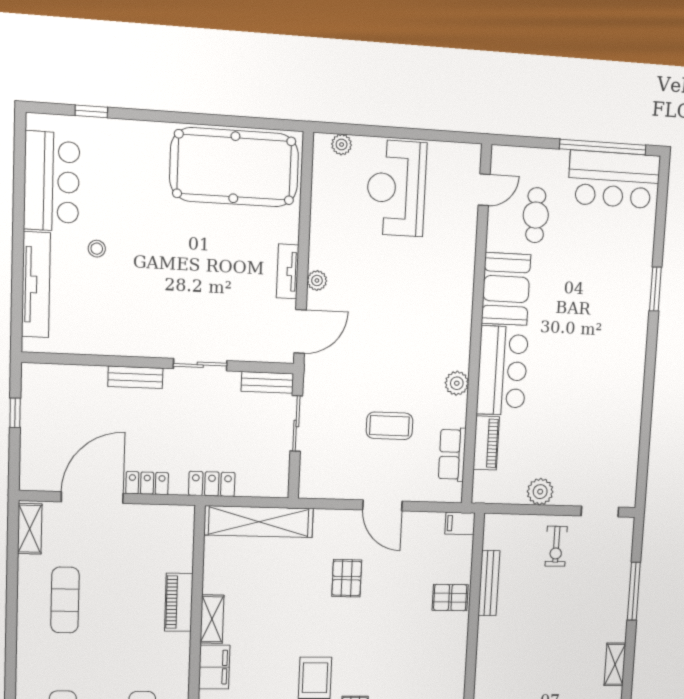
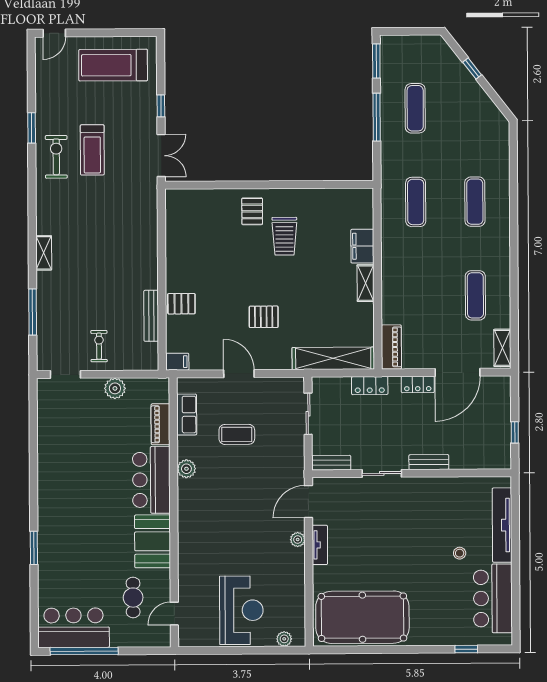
sliding door: (296, 423) -> (308, 414), moved
pallet: (347, 578) -> (264, 317), turned 90
piano: (179, 602) -> (391, 347), moved

